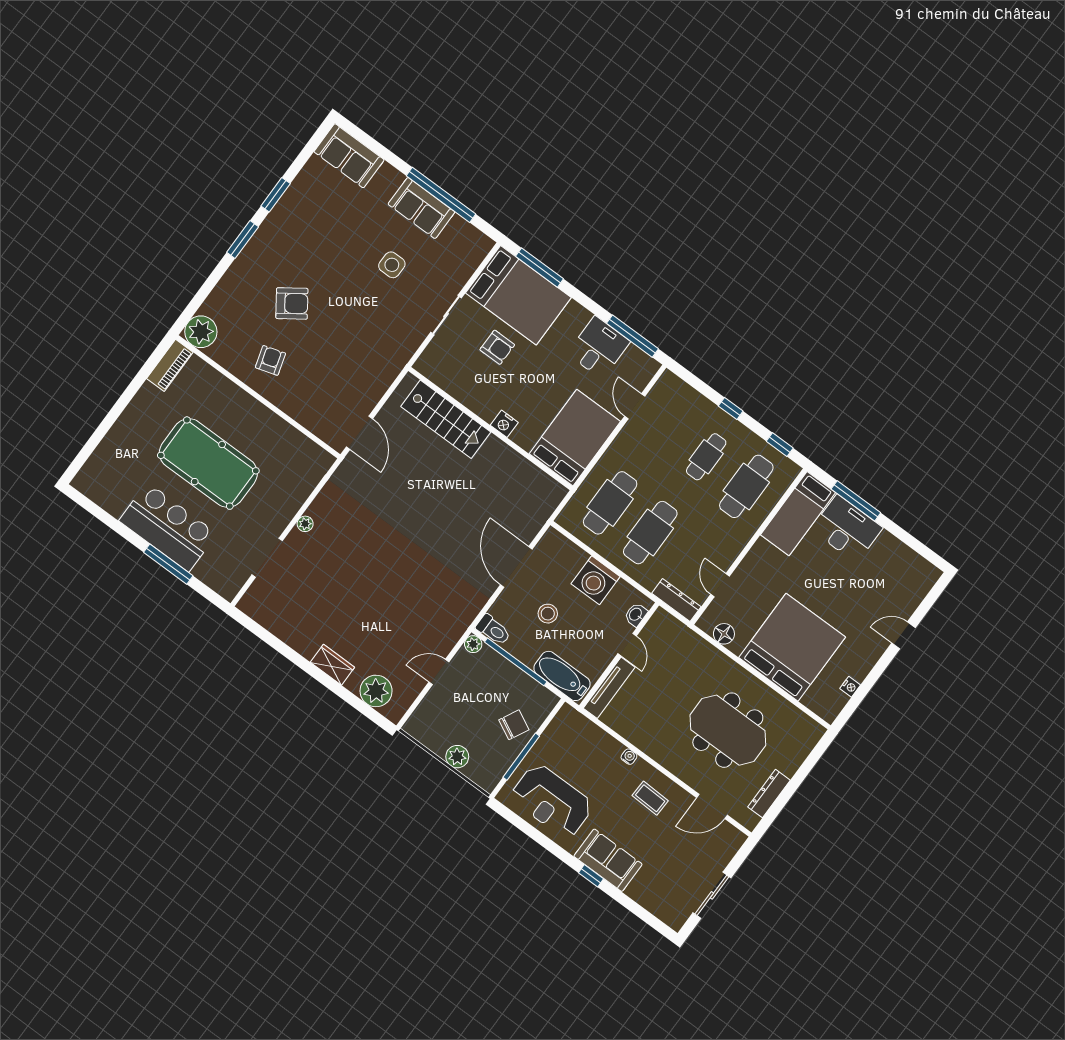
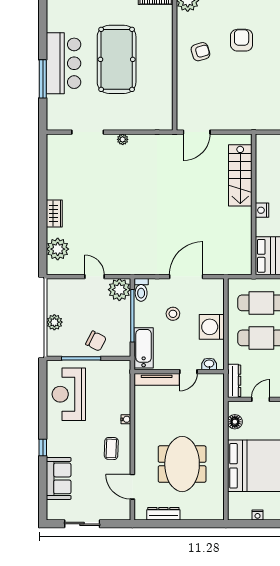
armchair: (292, 303) -> (242, 40), turned -145
plant: (473, 644) -> (119, 290), width x1.88, depth x1.88
sofa: (608, 860) -> (59, 478), moved

